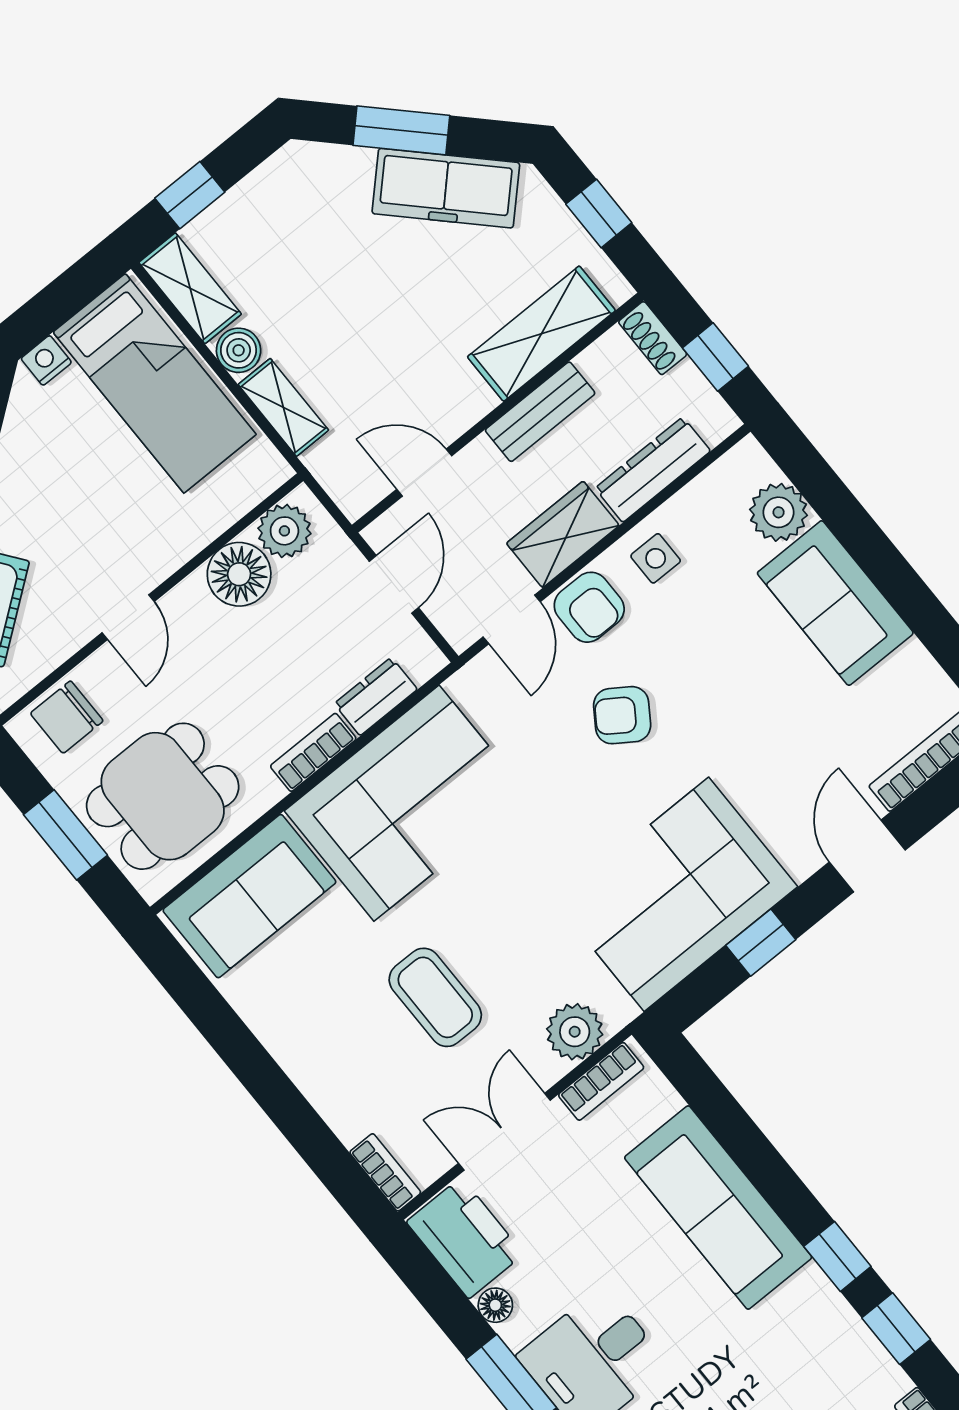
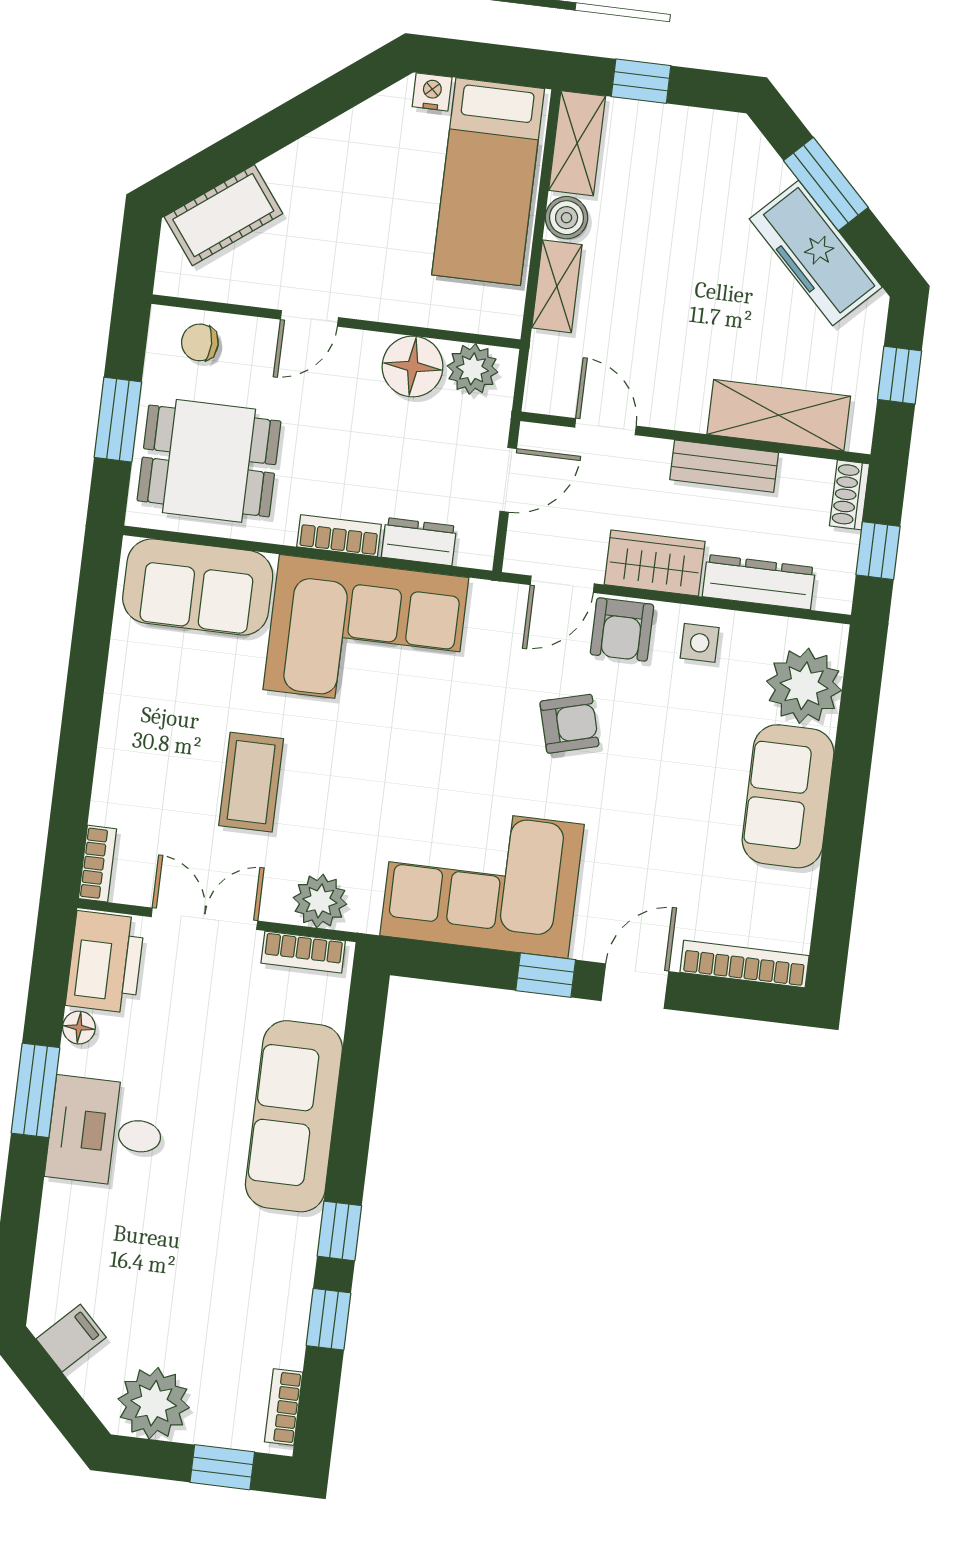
plant: (779, 512) -> (804, 686), width x1.36, depth x1.36
armchair: (622, 715) -> (569, 724), turned 131
chair: (67, 717) -> (200, 342), width x0.73, depth x0.73
window: (761, 943) -> (546, 975), moved

